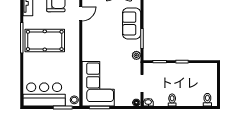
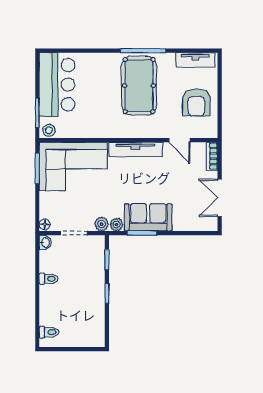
sofa: (132, 23) -> (148, 217), moved
tv unit: (87, 43) -> (135, 149), added
plant: (136, 65) -> (101, 224), added

